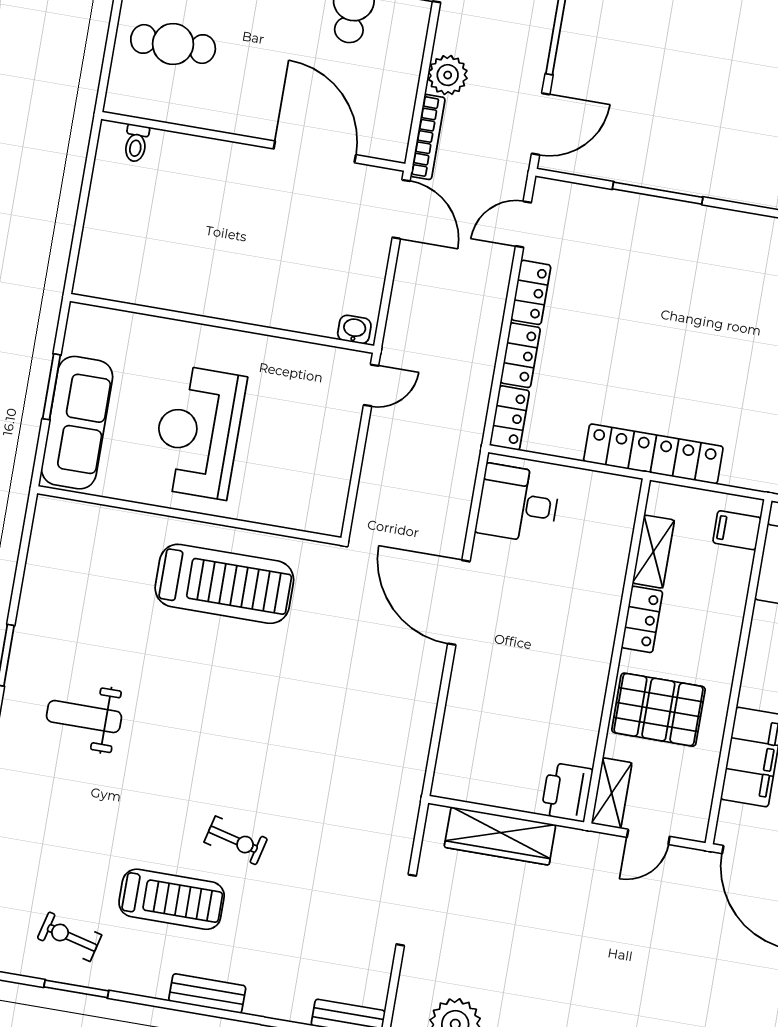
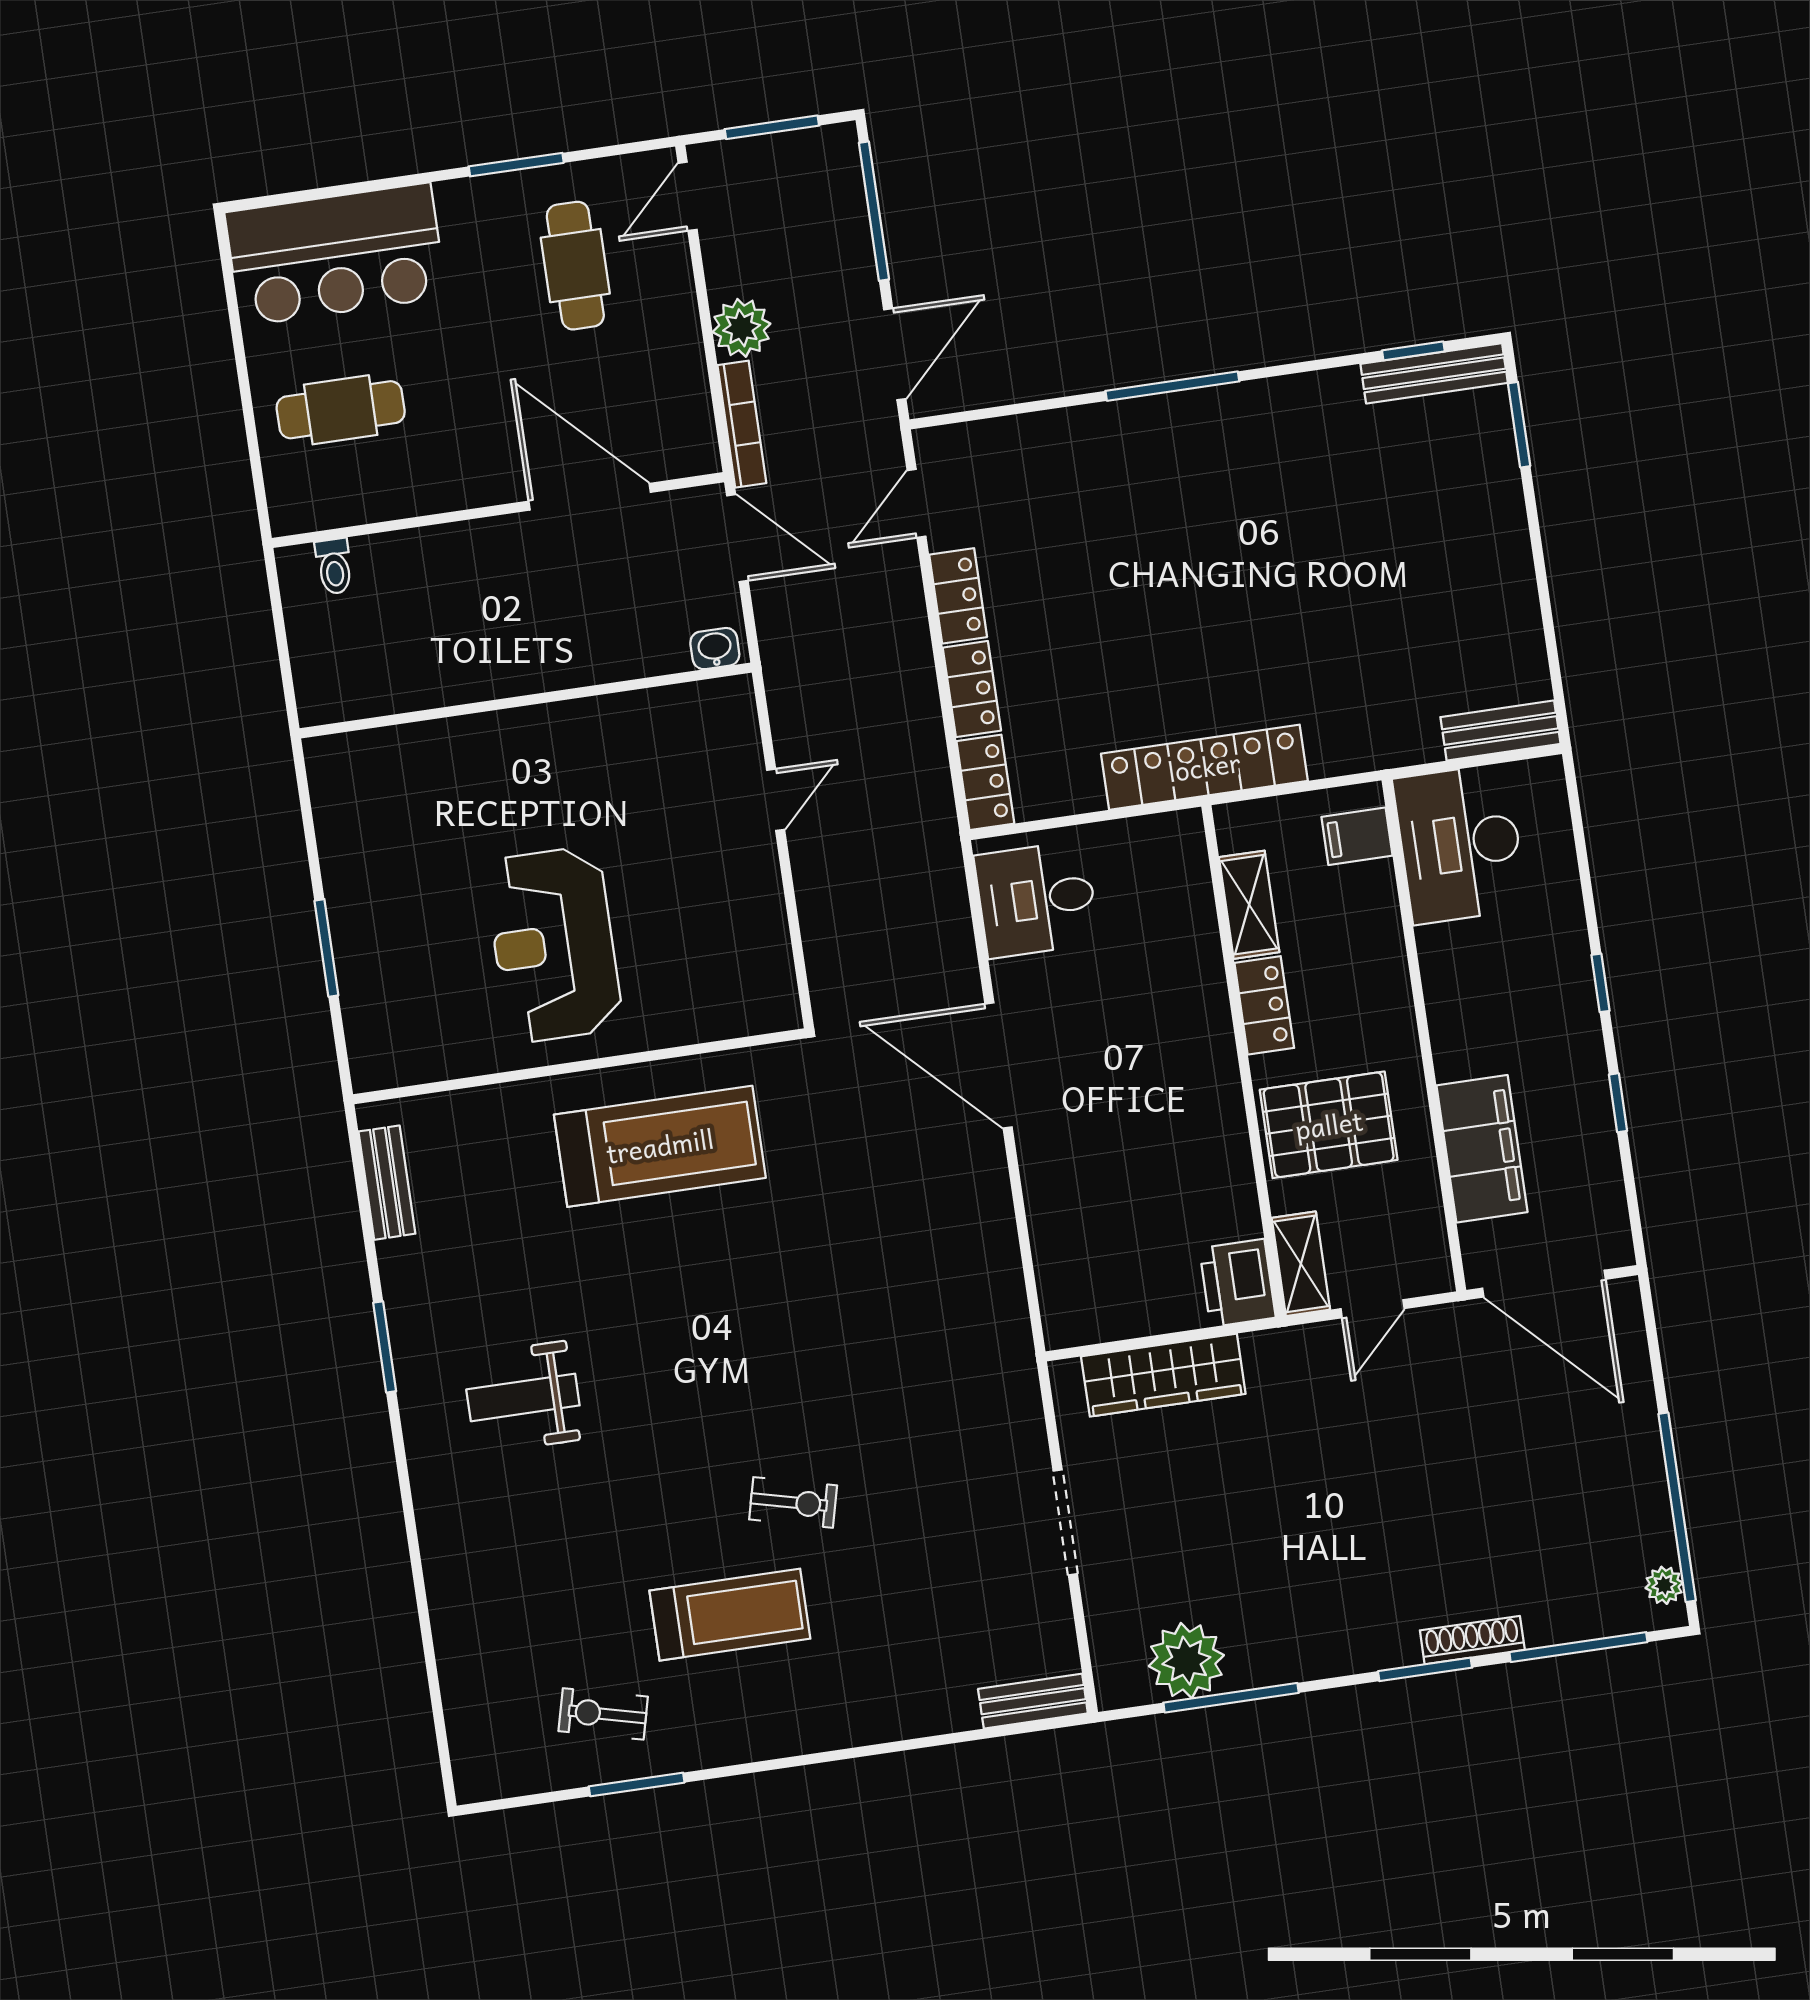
window: (658, 193) -> (1172, 386), moved
wall: (222, 323) -> (526, 700), moved
washbasin: (354, 329) -> (715, 649), moved
sofa: (77, 423) -> (379, 987), removed
bench: (207, 994) -> (387, 1183), moved, turned 90

